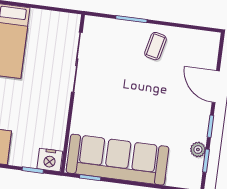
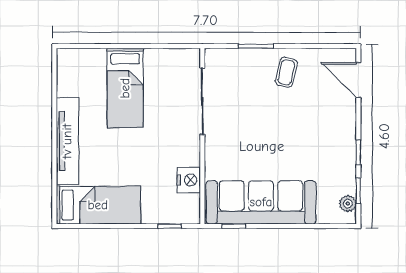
door: (216, 87) -> (358, 80), moved
plant: (198, 150) -> (348, 204), moved
nightstand: (50, 160) -> (189, 180), moved, turned -90

